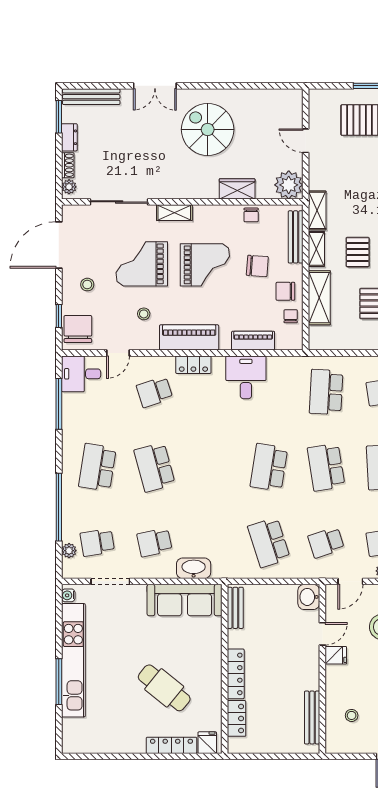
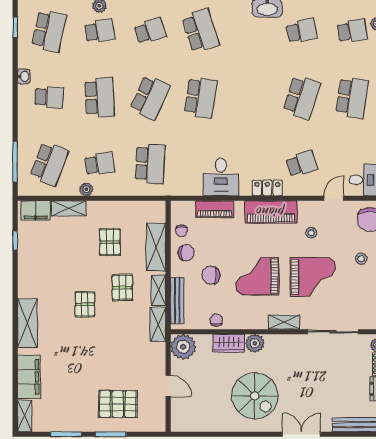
plant: (208, 189) -> (255, 343), added
school desk: (155, 467) -> (302, 97), turned 33
school desk: (326, 467) -> (150, 97), turned 33

